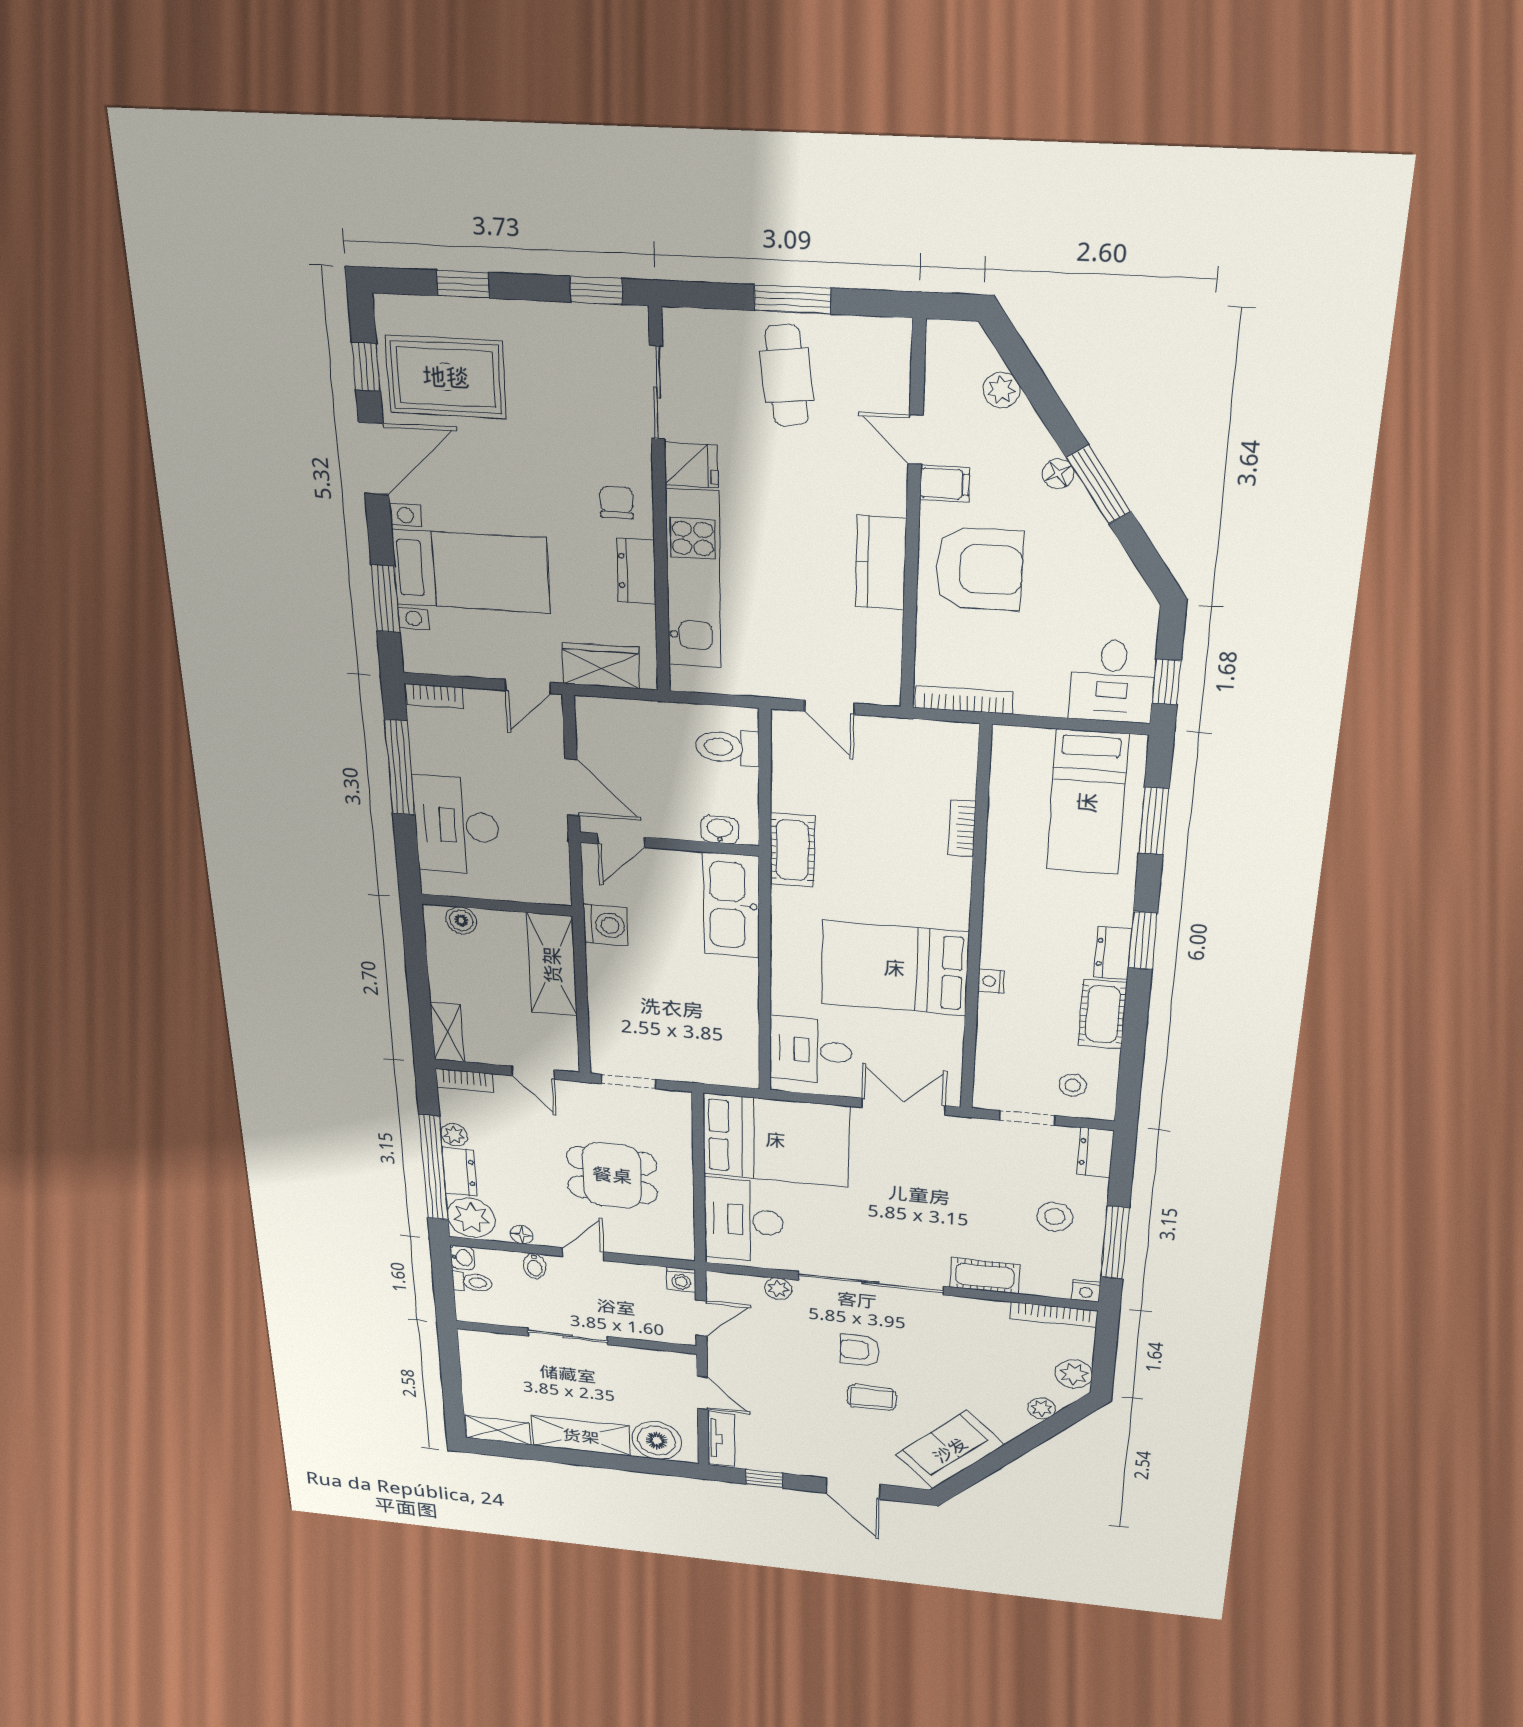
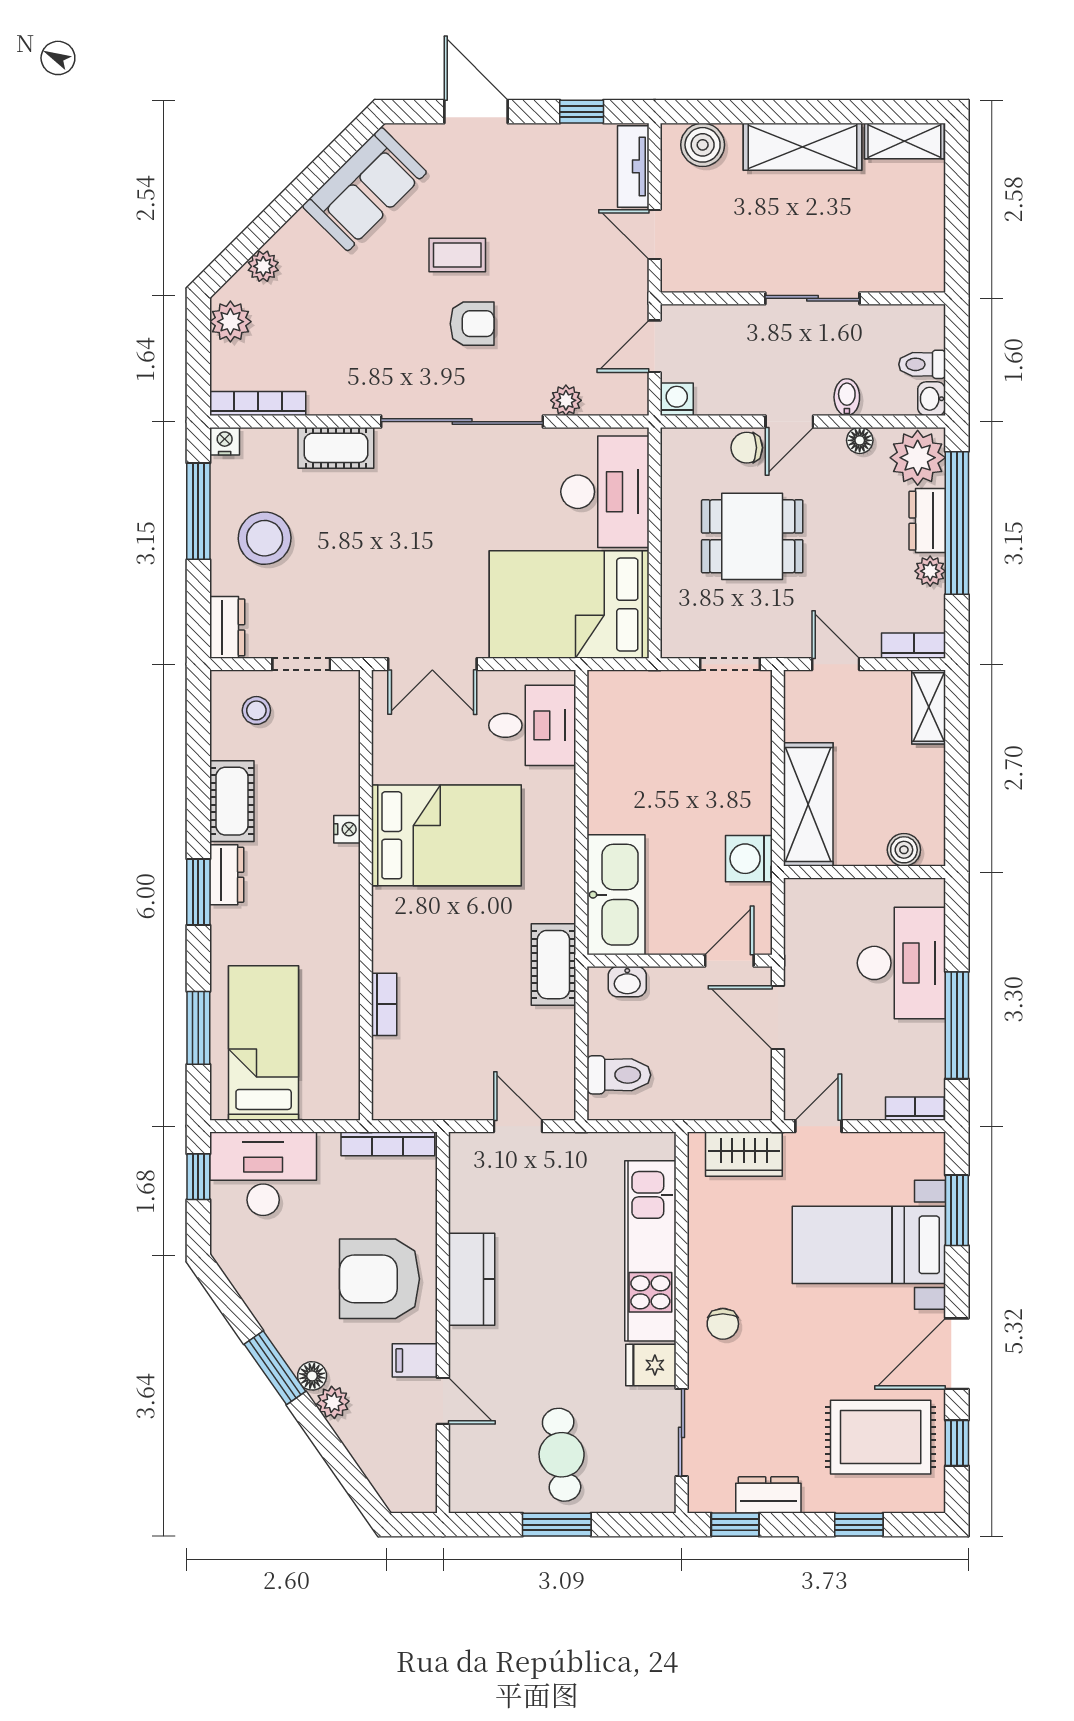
plant: (1001, 390) -> (333, 1402), moved
dresser: (636, 571) -> (768, 1495), moved, turned -90
desk: (1112, 681) -> (263, 1174), width x1.37
stool: (1055, 1217) -> (265, 538), width x1.38, depth x1.38
chair: (619, 1239) -> (747, 448), added
boiler: (657, 1440) -> (703, 145), width x0.73, depth x0.73

